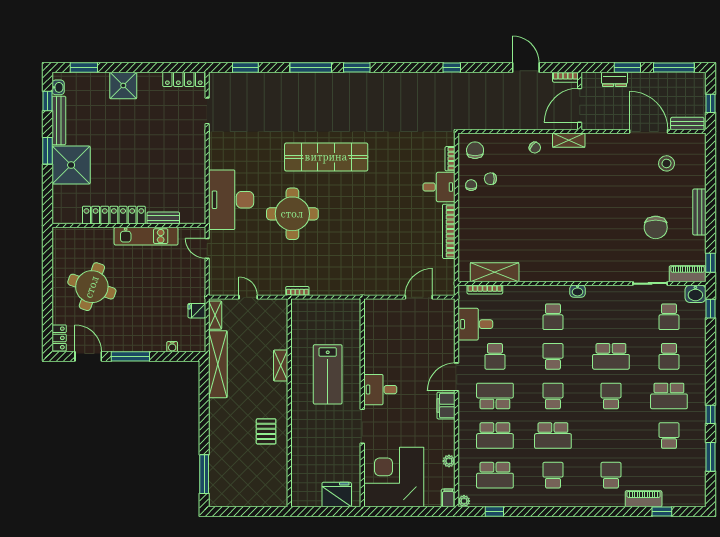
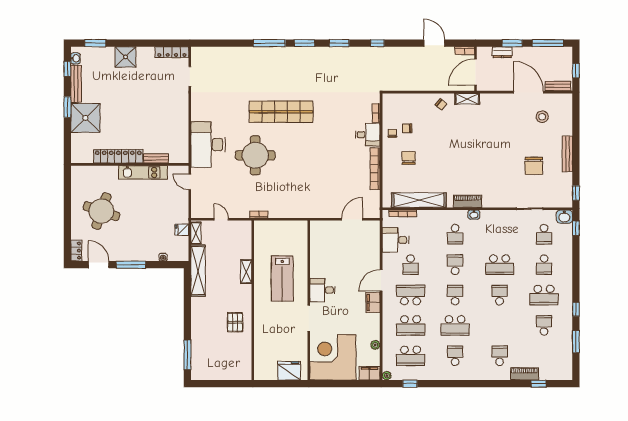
window: (245, 68) -> (339, 43), moved
chair: (475, 150) -> (409, 158), moved
shelving: (495, 272) -> (419, 200), width x1.47
piano: (688, 274) -> (468, 201), moved
filing cabinet: (448, 498) -> (370, 373), width x2.00

